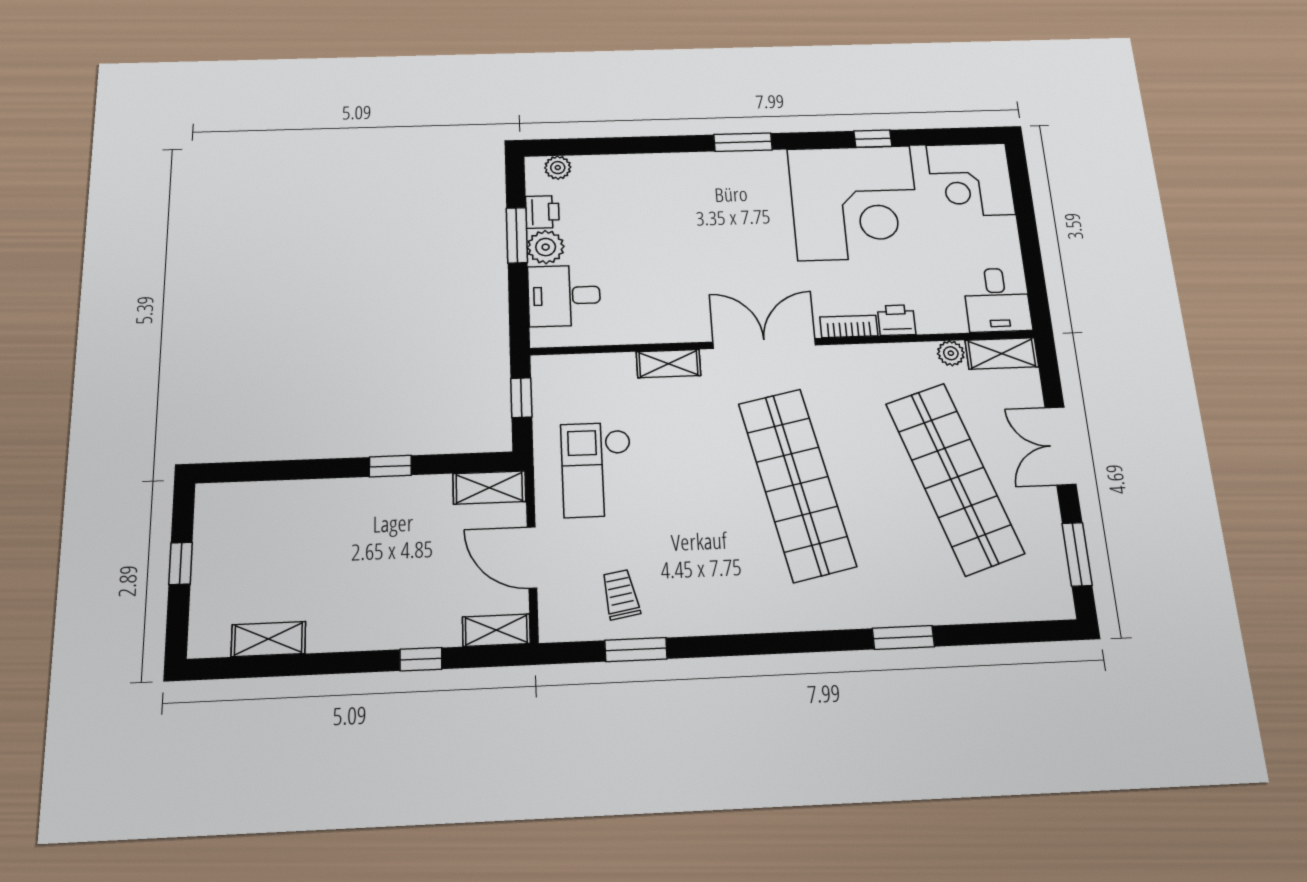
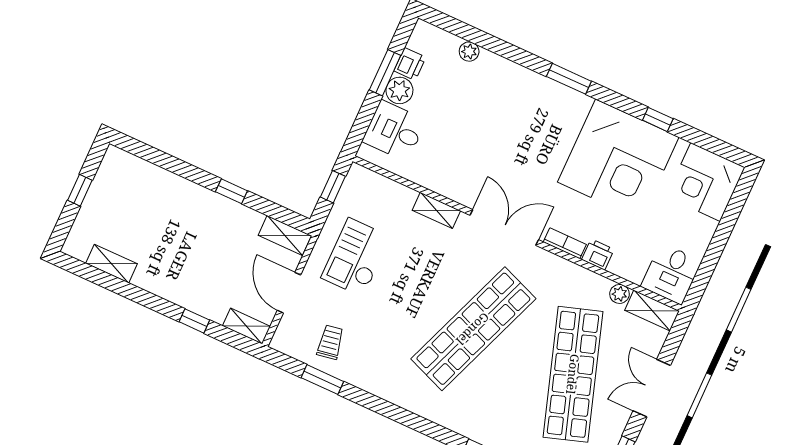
plant: (558, 168) -> (469, 52), moved
shop shelf: (797, 484) -> (473, 329), turned 33

